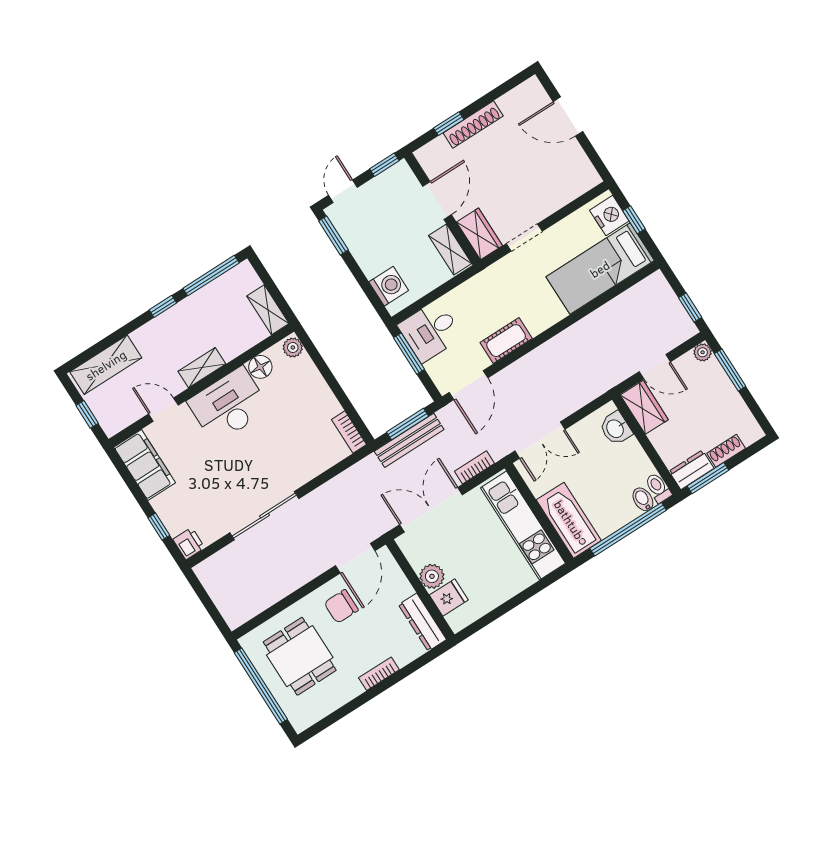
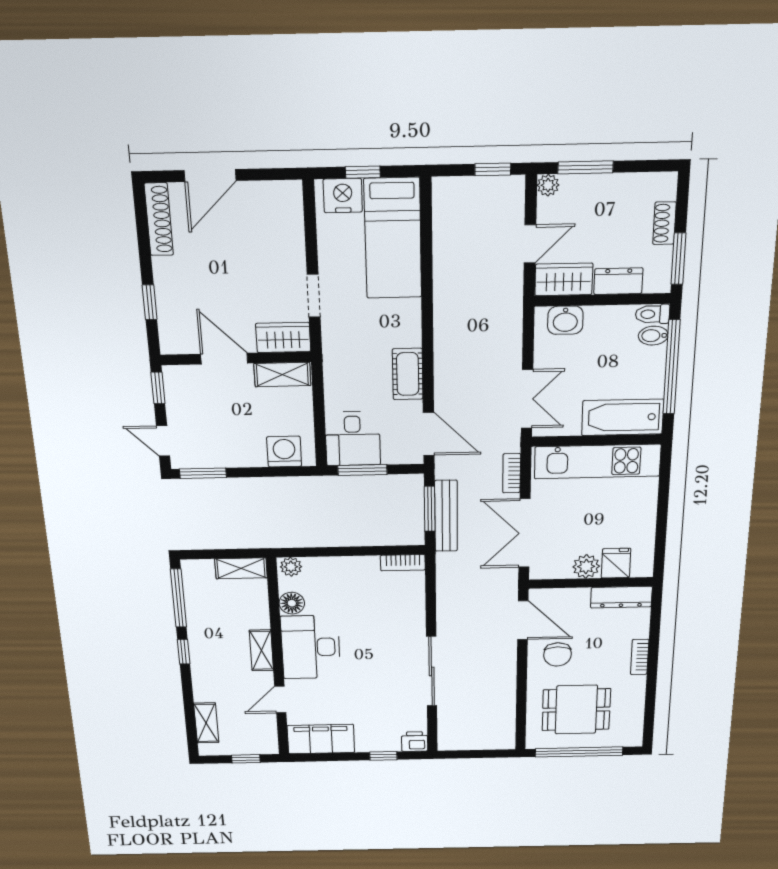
shoe rack: (473, 125) -> (159, 219), moved
shelving: (106, 365) -> (206, 723), width x0.67, depth x0.75
dresser: (692, 470) -> (618, 281), moved, turned 90

